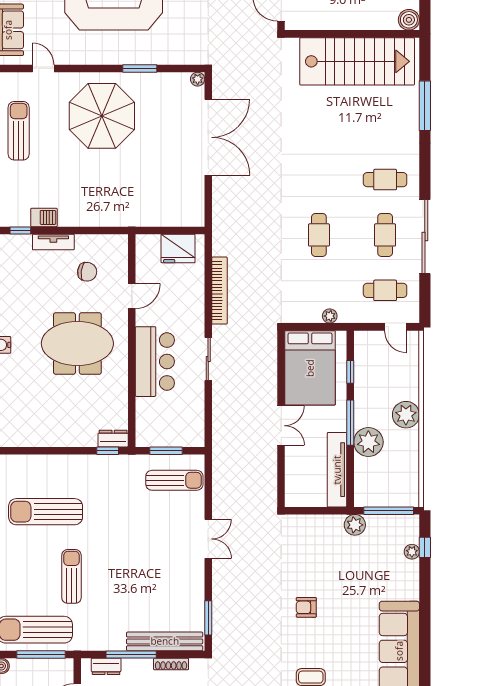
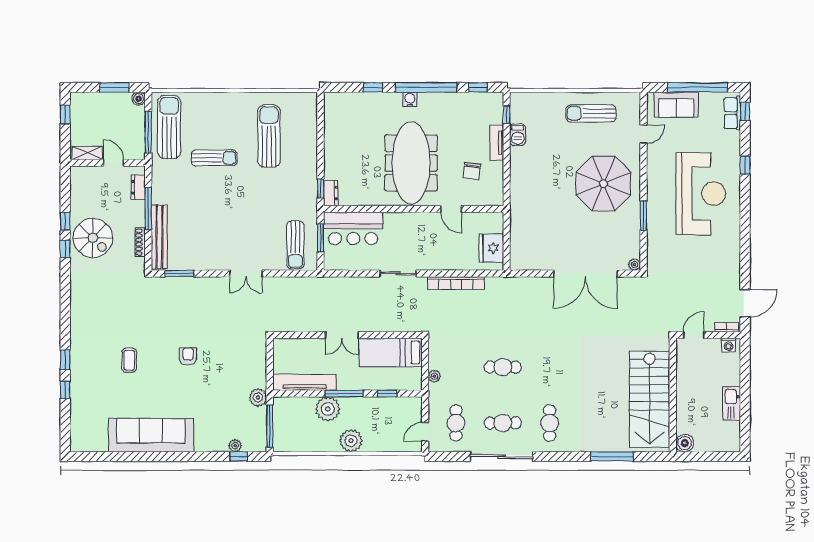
sun lounger: (19, 131) -> (591, 113), turned 180
meeting table: (77, 344) -> (411, 163), width x1.36
bar counter: (155, 362) -> (353, 228), moved
bed: (310, 368) -> (391, 352), width x0.67

